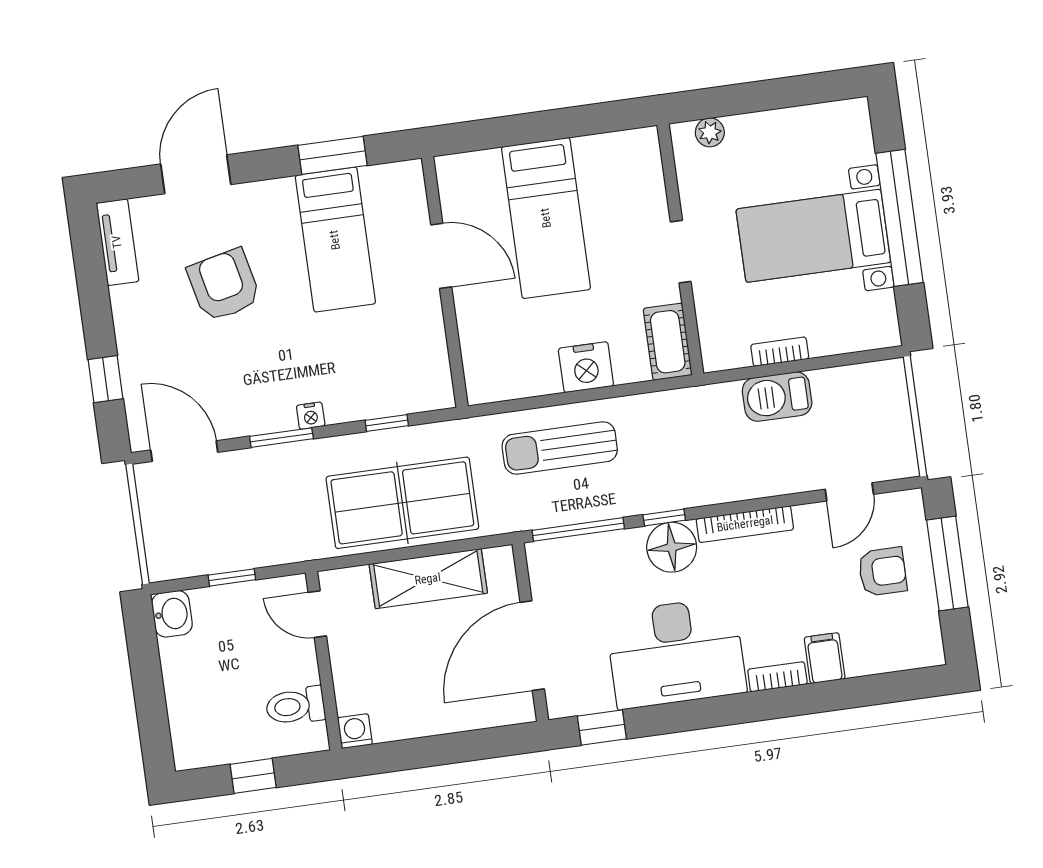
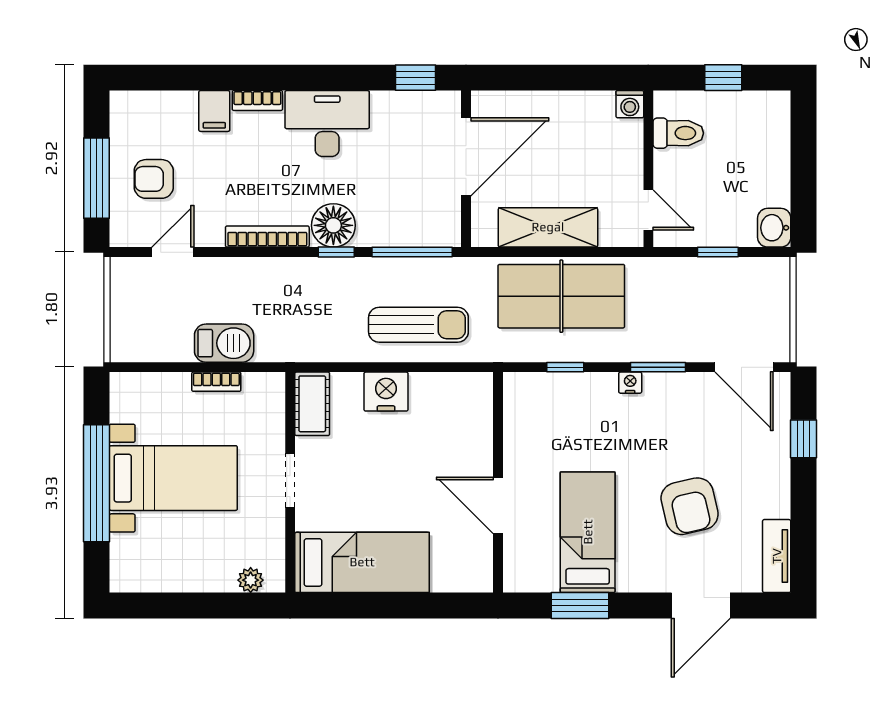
bed: (546, 218) -> (362, 562), moved, turned 90
desk: (676, 653) -> (327, 124), width x0.73, depth x0.77

